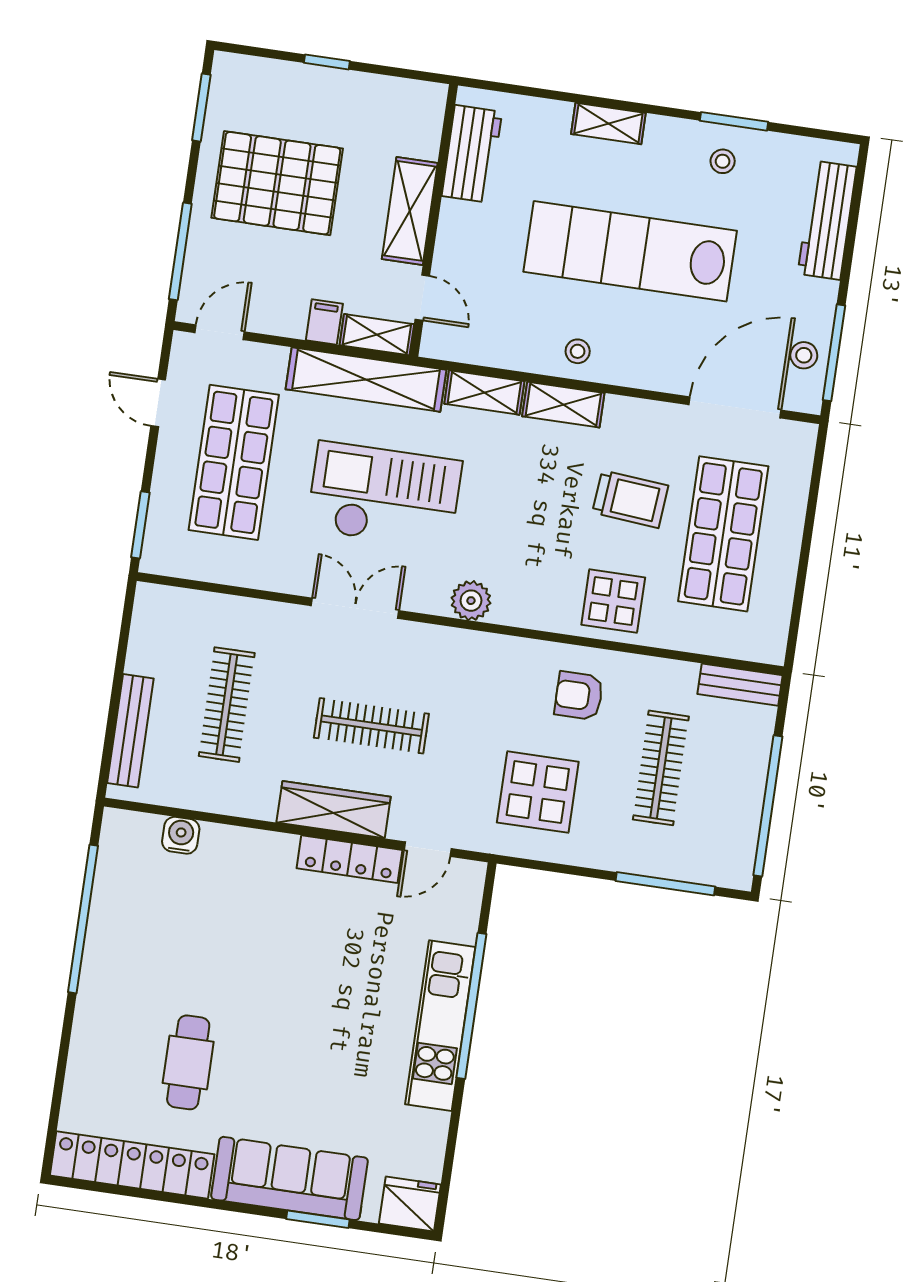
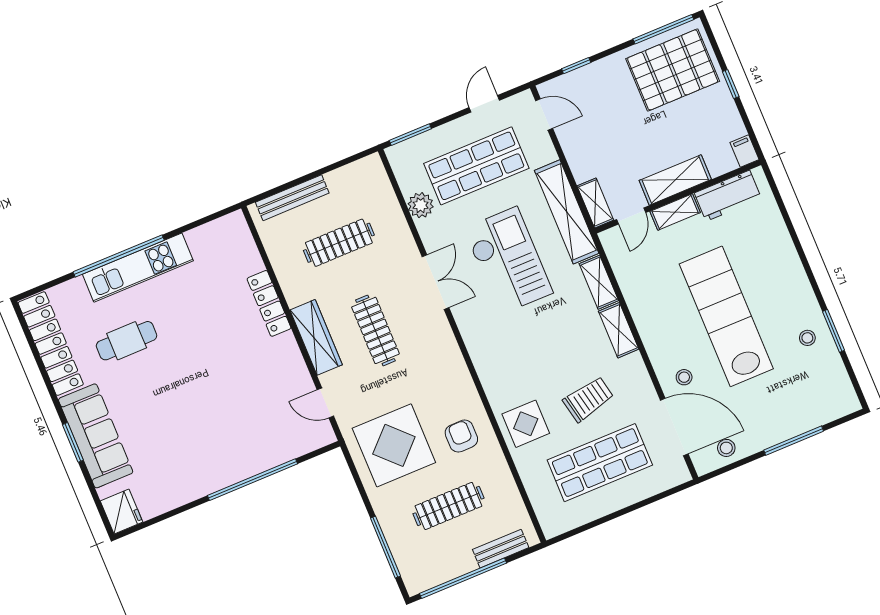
window: (201, 108) -> (663, 29), width x1.44
shelving: (608, 124) -> (675, 212), moved, turned 90
pallet: (277, 183) -> (673, 70), moved, turned 90
workbench: (827, 220) -> (809, 416), removed
window: (180, 251) -> (576, 66), width x0.46
filing cabinet: (324, 322) -> (744, 151), moved, turned -90
stool: (578, 351) -> (684, 377), moved
window: (834, 353) -> (794, 441), moved
trolley: (630, 499) -> (588, 399), turned -107
plant: (471, 601) -> (421, 205), moved
bench: (740, 685) -> (501, 549), moved, turned 90
display table: (538, 792) -> (394, 445), width x1.36, depth x1.36
water cooler: (181, 835) -> (251, 261), removed
locker: (349, 859) -> (269, 303), moved
window: (83, 919) -> (119, 256), moved
kitchen unit: (440, 1026) -> (138, 268), moved, turned 180
window: (318, 1219) -> (73, 442), moved

